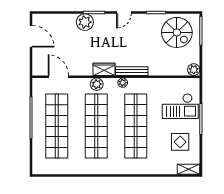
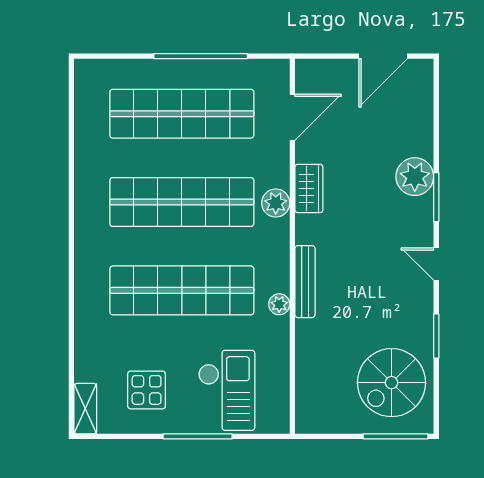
wardrobe: (104, 69) -> (309, 188), moved
plant: (194, 70) -> (308, 420), removed
plant: (123, 83) -> (279, 304), moved
checkout: (180, 106) -> (227, 390), turned 180

